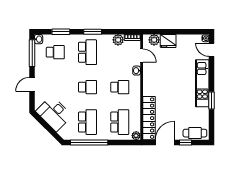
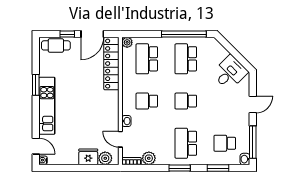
desk: (54, 113) -> (230, 73), width x0.73

